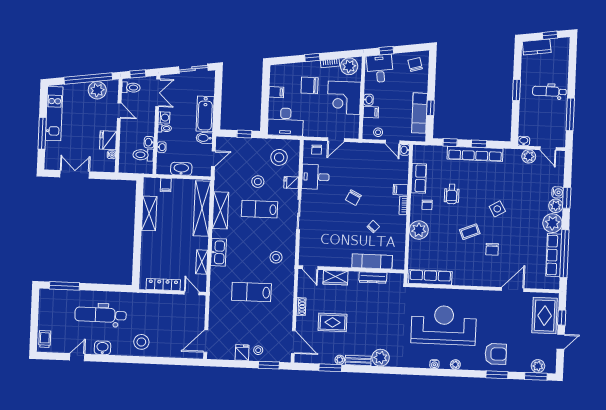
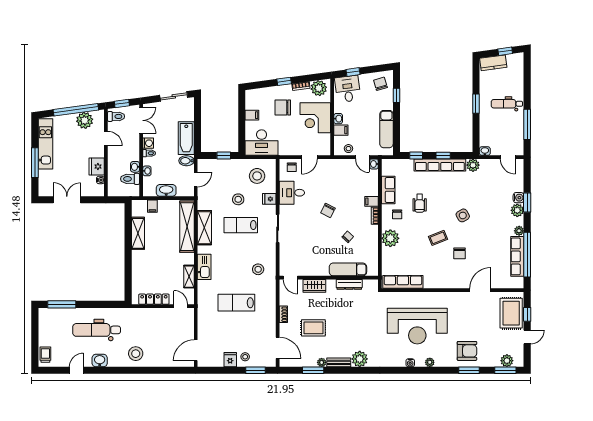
window: (430, 108) -> (396, 95), moved
plant: (529, 156) -> (473, 165), moved
plant: (552, 223) -> (519, 231), width x0.53, depth x0.53
reception desk: (444, 325) -> (417, 326), turned 180

